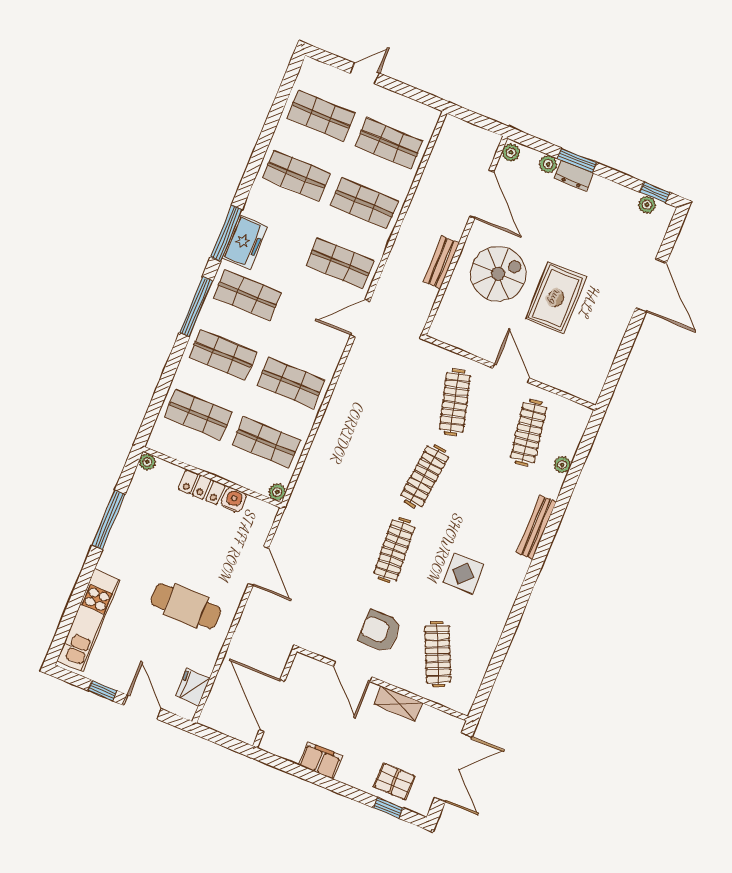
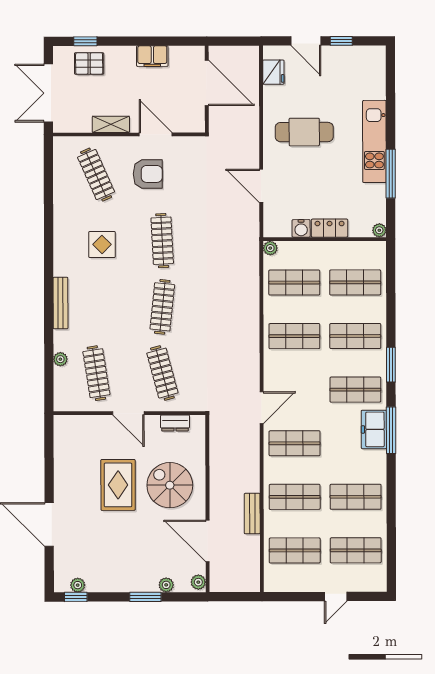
dresser: (574, 176) -> (175, 423), moved, turned 180
bench: (441, 262) -> (252, 514), moved
spiral stairs: (498, 274) -> (170, 485), turned 90
window: (196, 307) -> (391, 365), width x0.69
kitchen unit: (88, 620) -> (374, 141), moved

